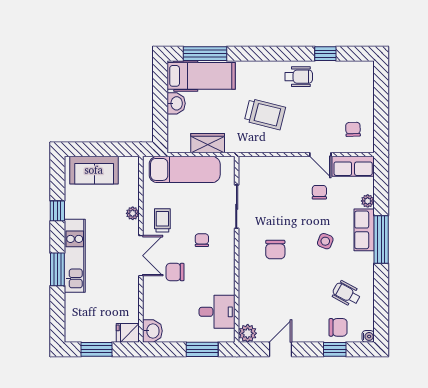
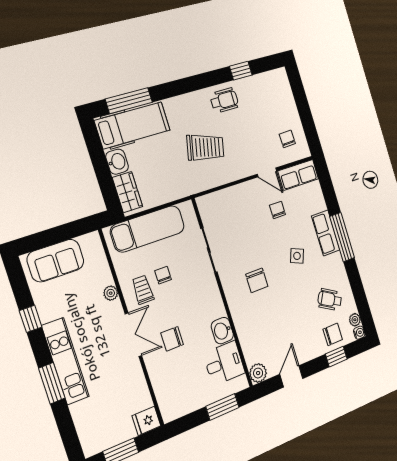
wardrobe: (208, 143) -> (127, 192), moved, turned 90
plant: (368, 201) -> (355, 320), moved
chair: (202, 240) -> (163, 275), moved
washbasin: (152, 331) -> (222, 331), moved, turned 180

